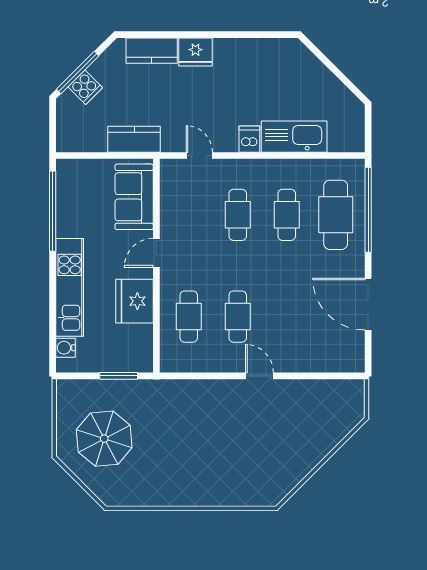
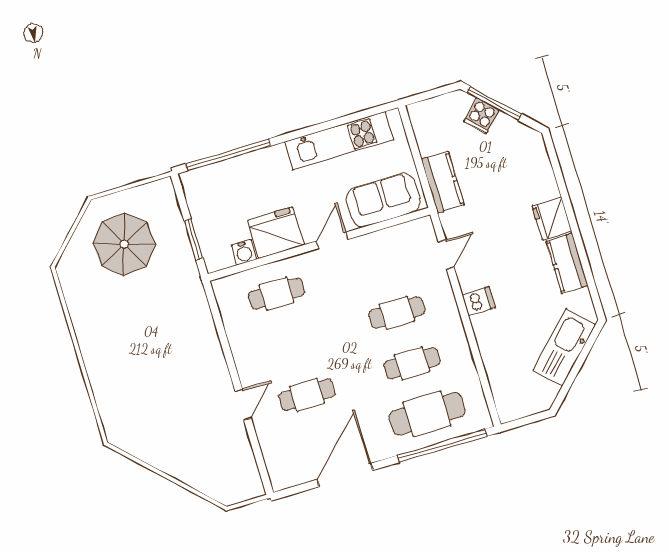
kitchen counter: (152, 51) -> (567, 263), moved
kitchen sink: (294, 137) -> (564, 348), moved, turned -135
window: (53, 211) -> (228, 155), moved
door: (156, 253) -> (332, 240), hinge flipped
kitchen unit: (70, 287) -> (339, 141), moved
cafe table: (238, 317) -> (307, 395), moved
water cooler: (65, 348) -> (244, 252), moved, turned 180
door: (259, 376) -> (243, 405), moved

